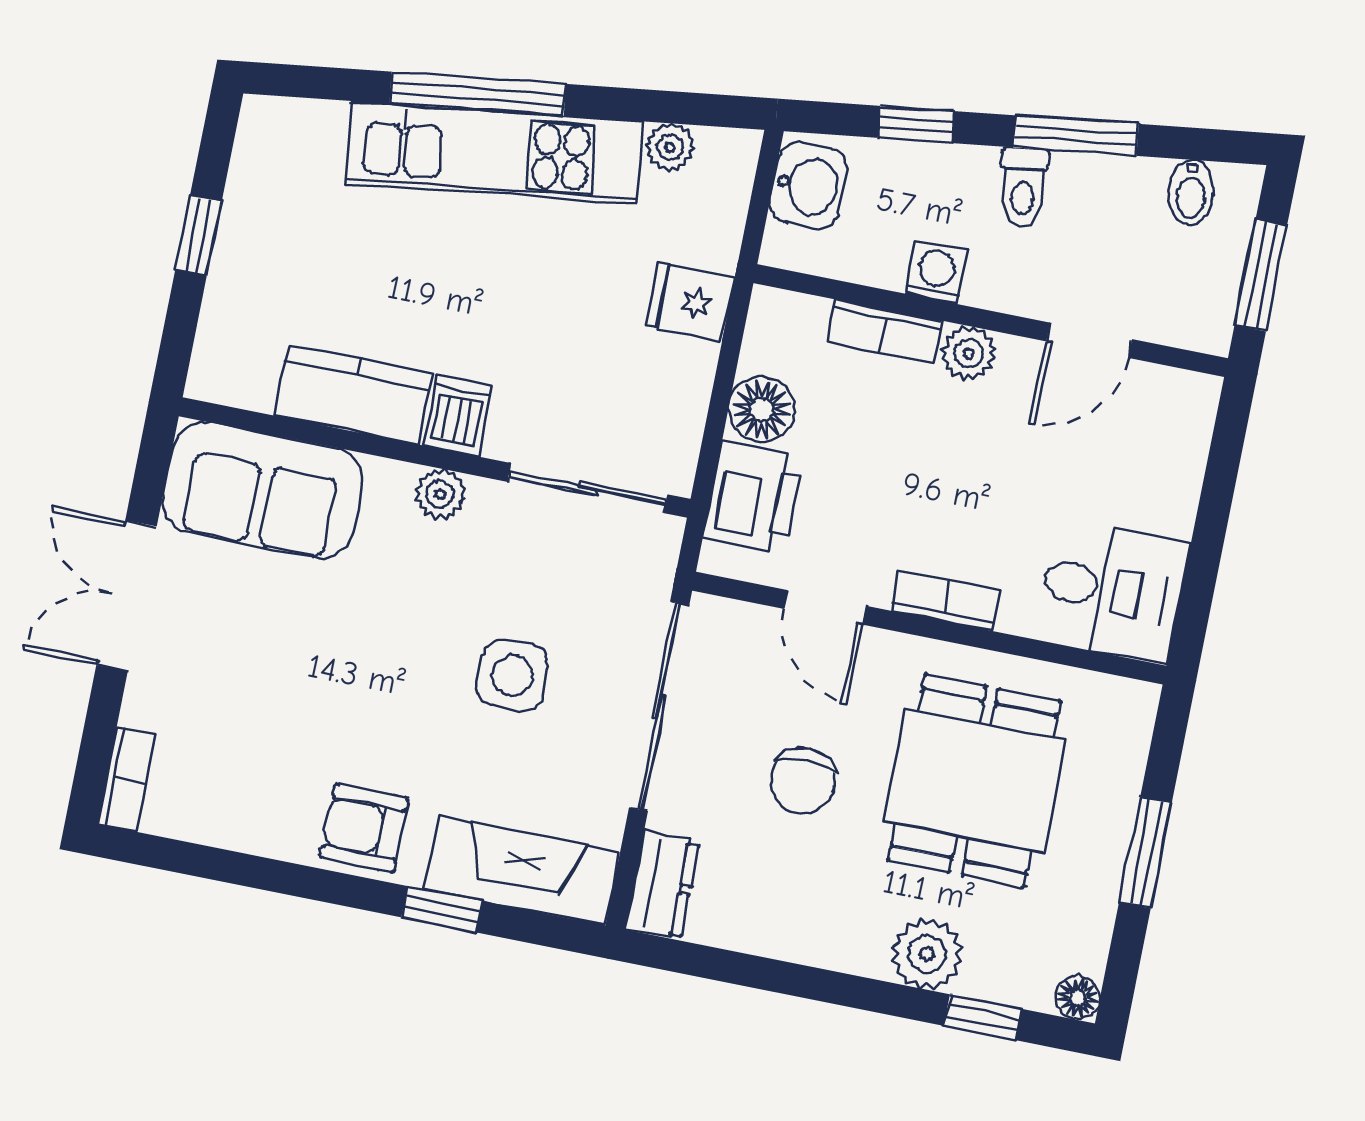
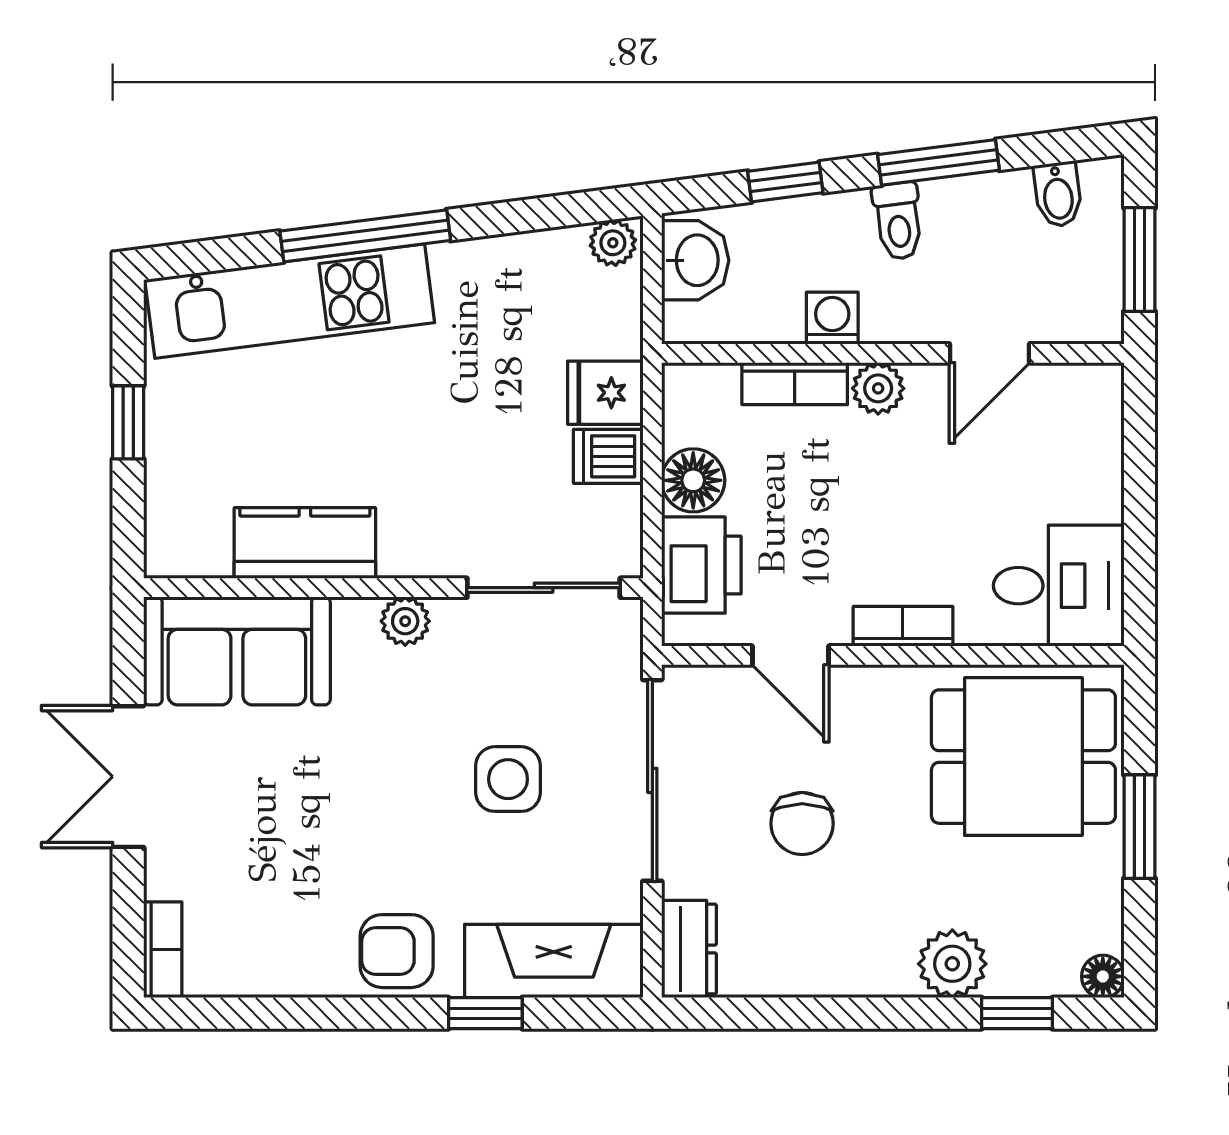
plant: (670, 147) -> (613, 243), moved
kitchen unit: (494, 152) -> (290, 301), moved
dishwasher: (458, 416) -> (608, 456), moved, turned -90
dining table: (974, 781) -> (1023, 757), moved, turned 90

